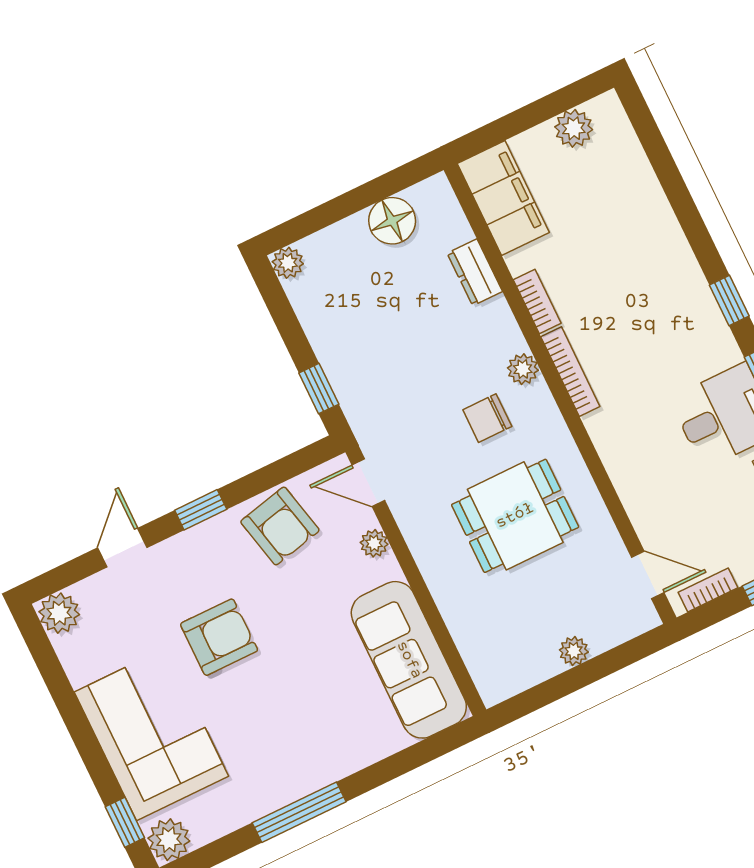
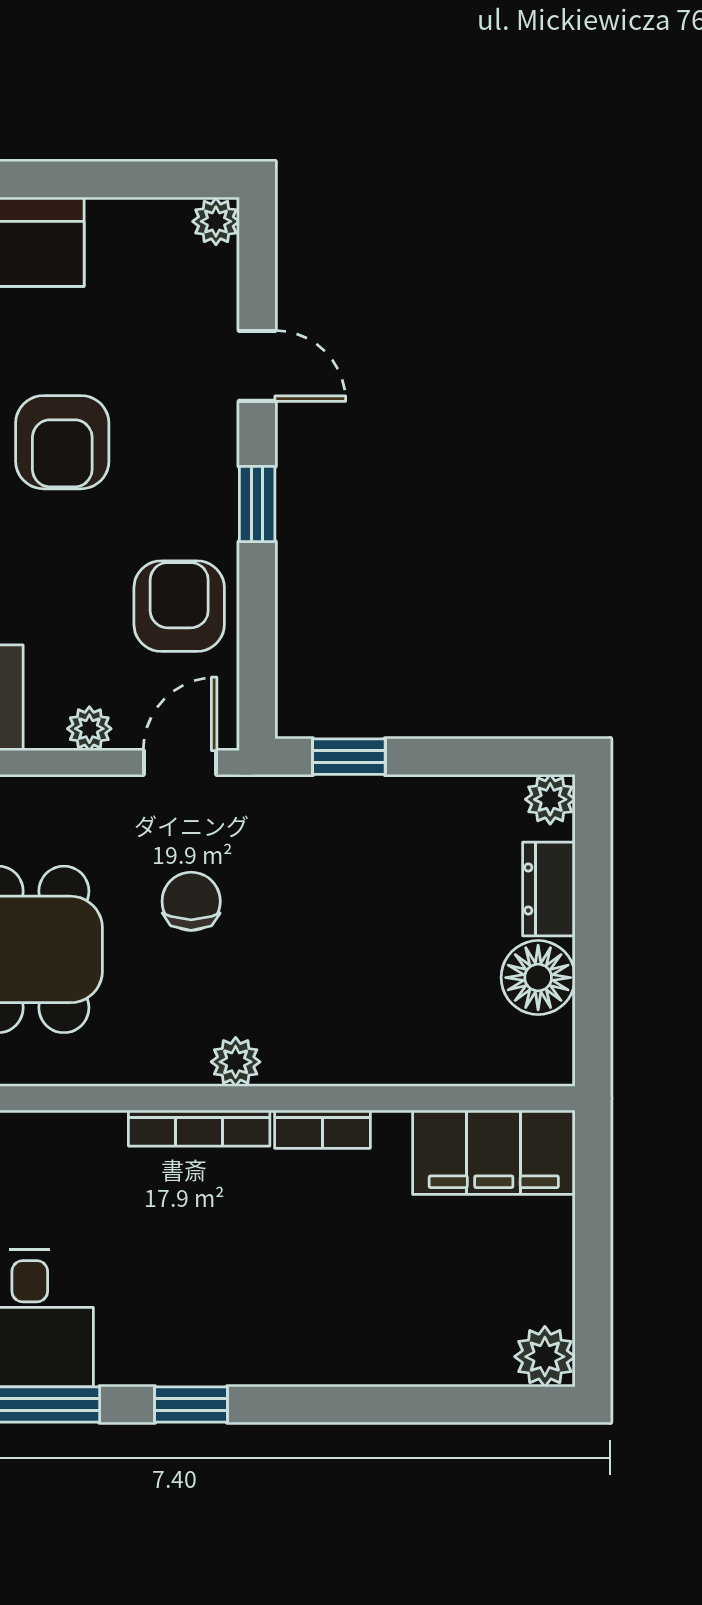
plant: (574, 128) -> (545, 1357), moved
dresser: (475, 272) -> (549, 889), moved, turned -90
chair: (487, 418) -> (191, 901), moved
armchair: (280, 526) -> (179, 606), turned 103
plant: (59, 613) -> (216, 221), width x0.73, depth x0.73

